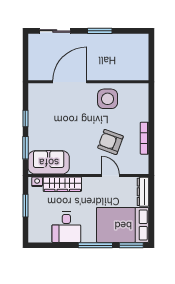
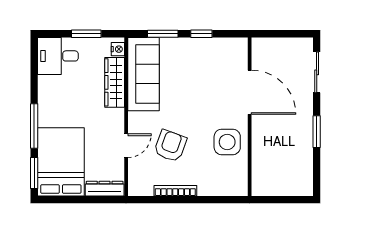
sofa: (49, 162) -> (143, 74), width x1.36
desk: (66, 227) -> (58, 56), moved

